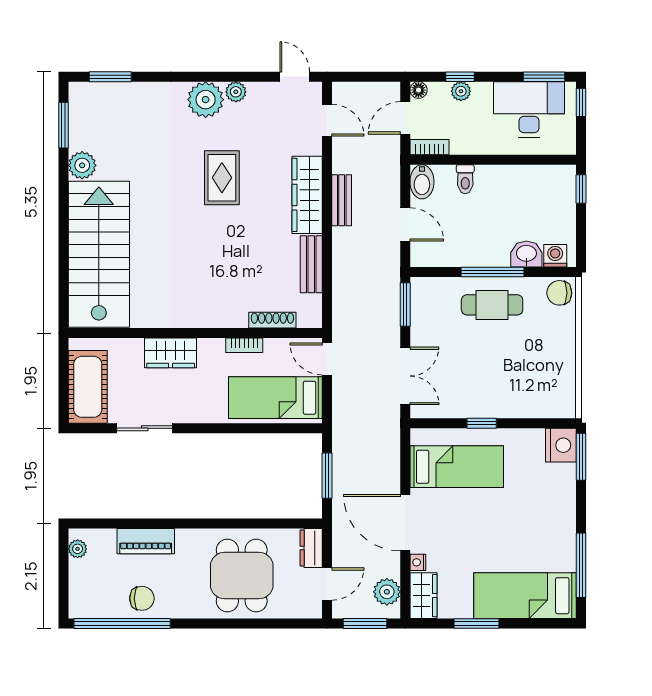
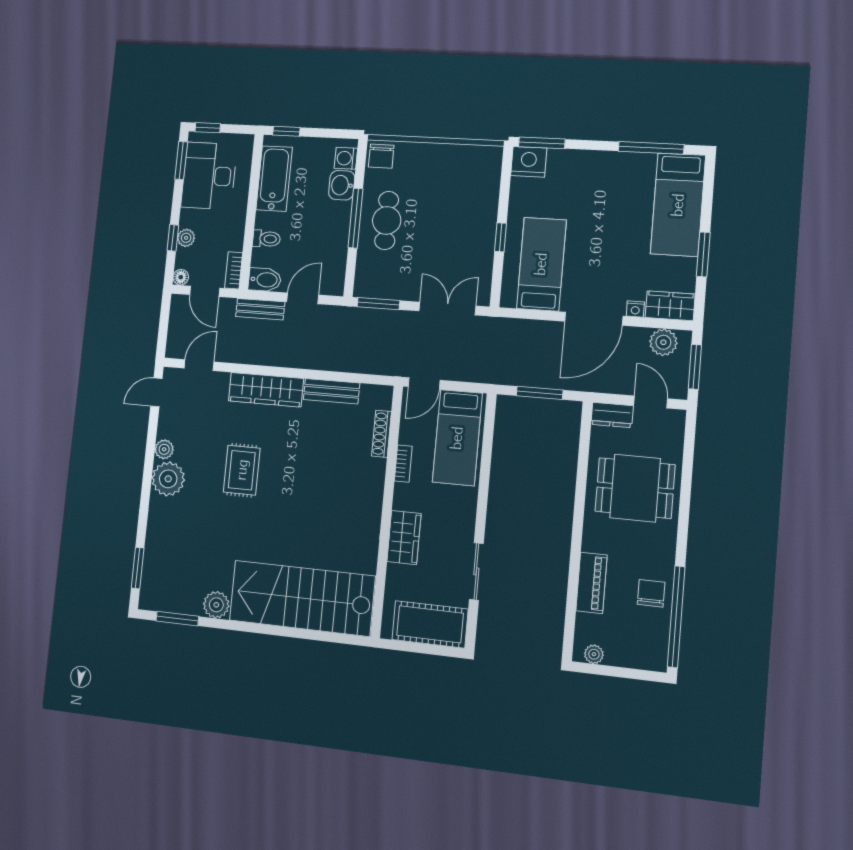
rug: (222, 178) -> (242, 470), turned 90
bathtub: (530, 181) -> (274, 179), added
bench: (342, 200) -> (260, 309), moved

